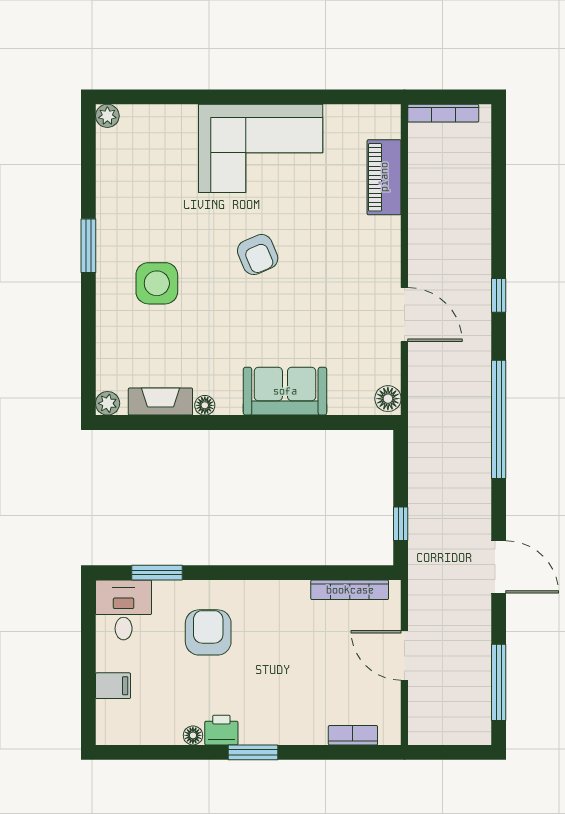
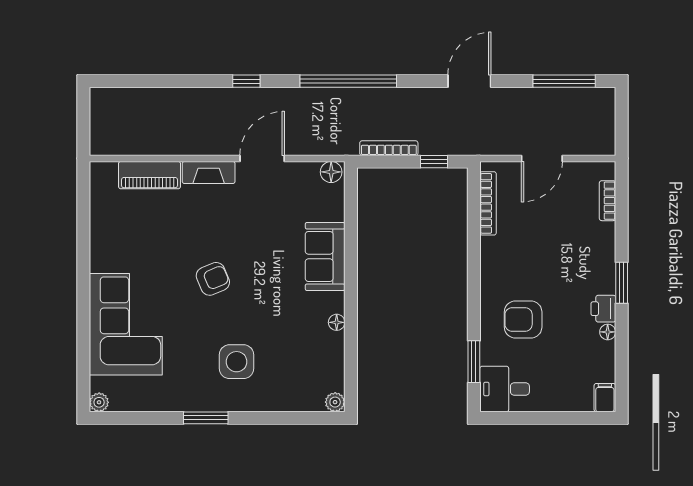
bookcase: (443, 113) -> (389, 148), moved, turned -90
corner sofa: (261, 148) -> (126, 324), moved
fireplace: (160, 402) -> (209, 172), moved, turned -90
filing cabinet: (113, 686) -> (605, 398), moved

